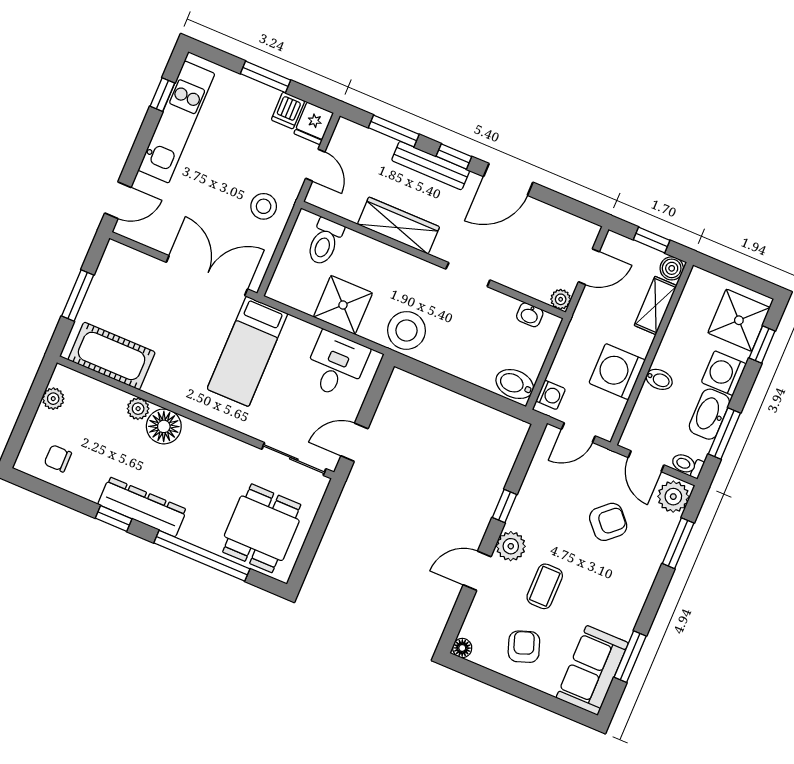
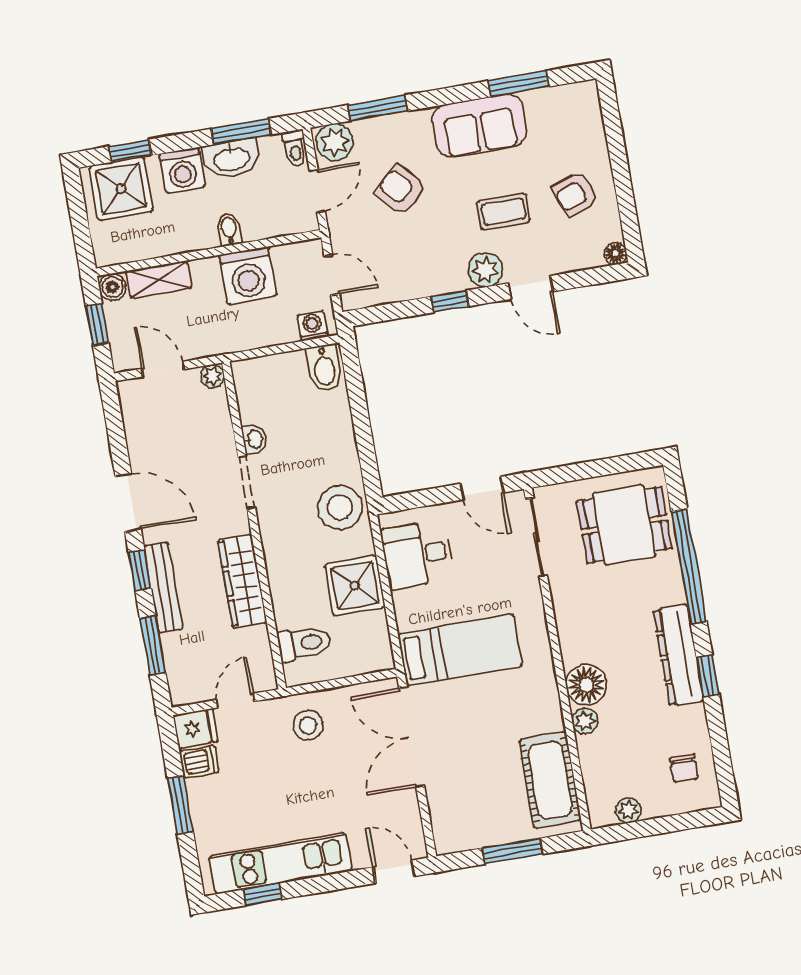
washbasin: (530, 315) -> (254, 439), moved
sofa: (592, 670) -> (479, 125), moved

